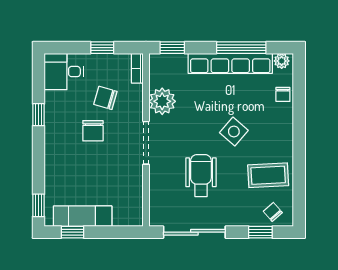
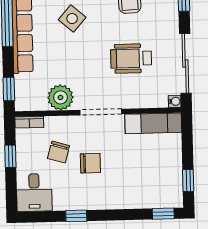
side table: (234, 132) -> (72, 19), moved
exam couch: (83, 216) -> (153, 123), moved, turned -90
water cooler: (155, 220) -> (175, 101), added

